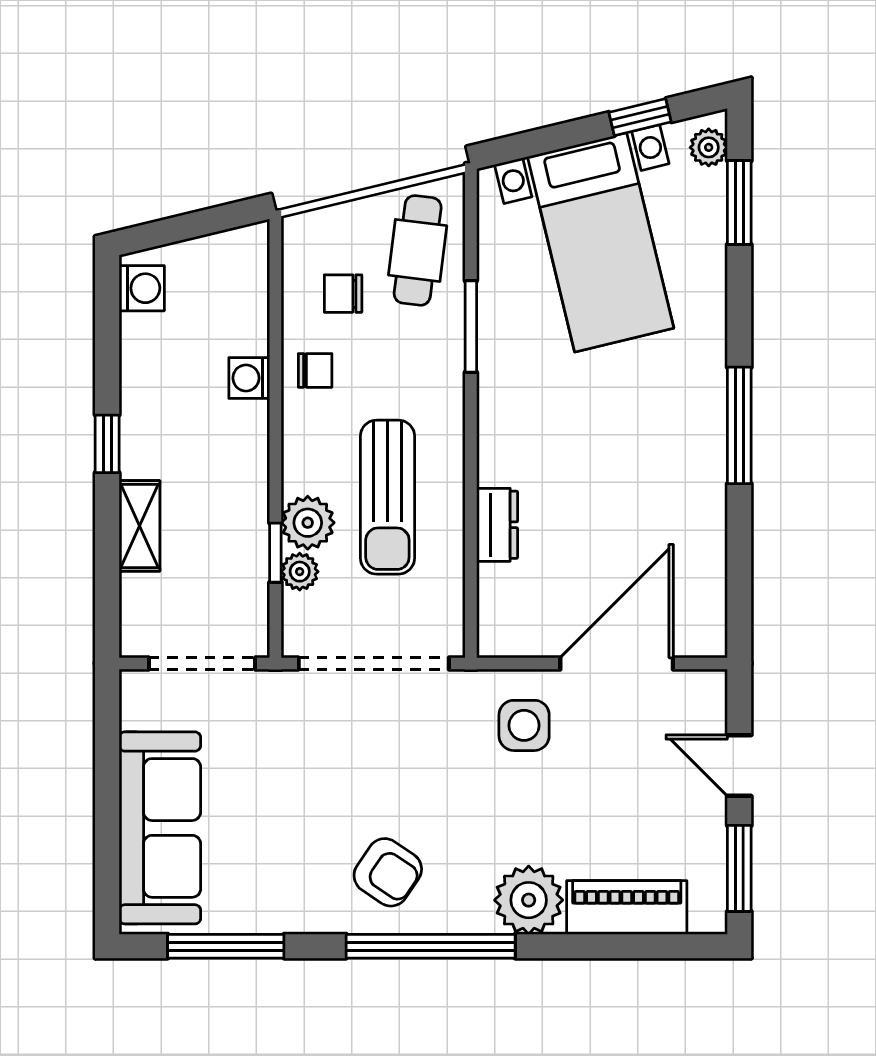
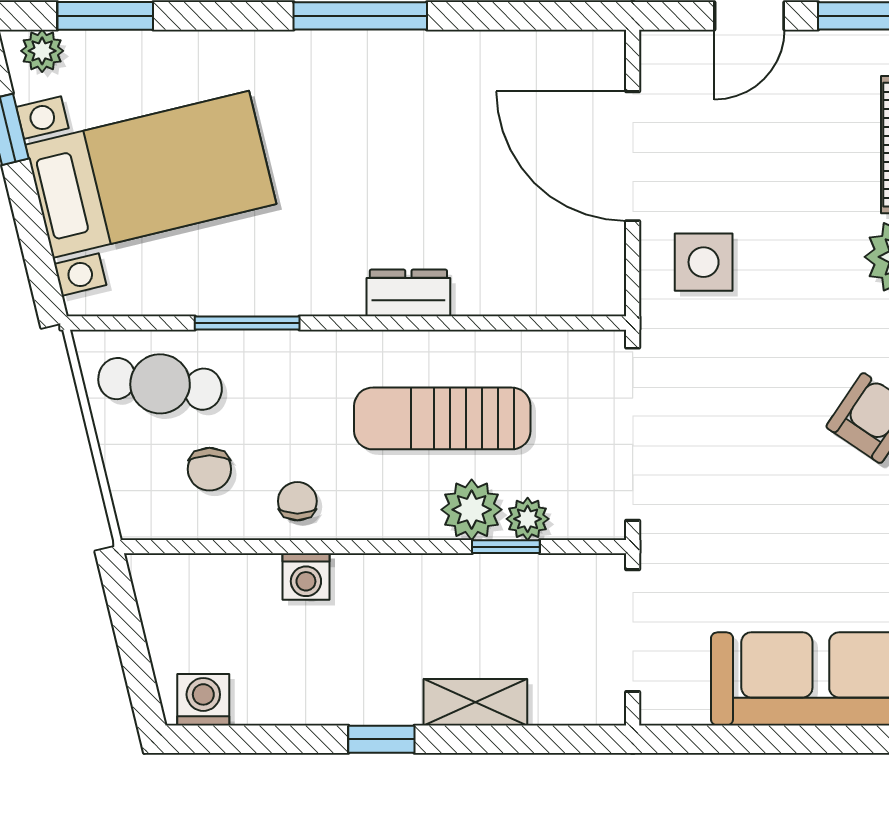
sun lounger: (387, 497) -> (442, 418), turned 180
dresser: (497, 525) -> (408, 293), moved

